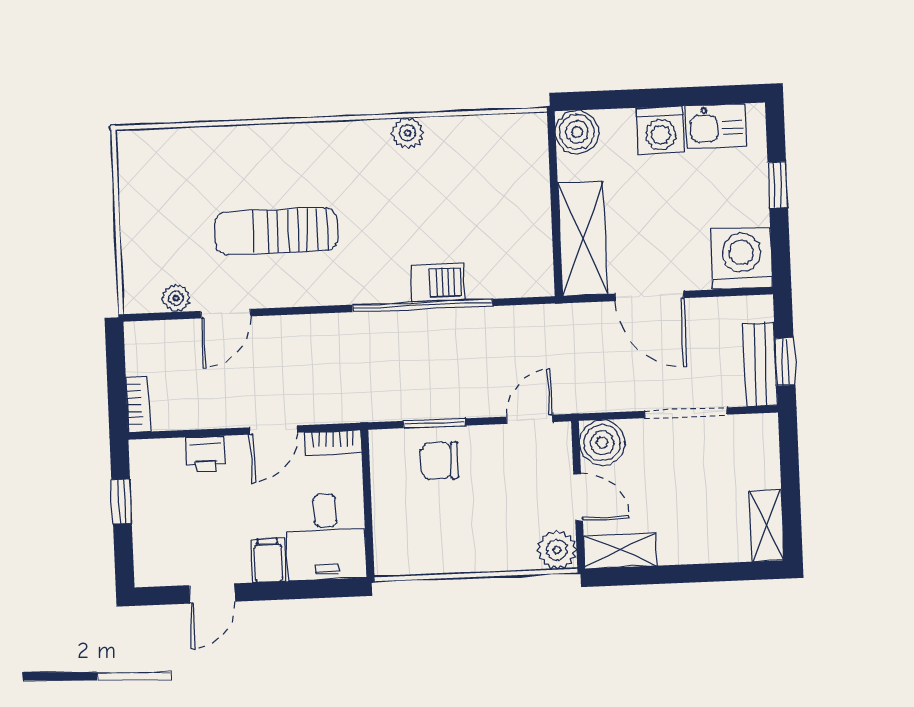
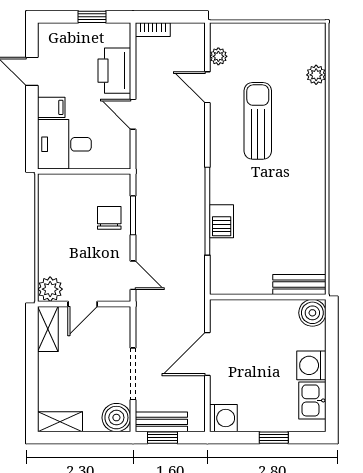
plant: (408, 133) -> (316, 75), moved
bench: (533, 154) -> (299, 284), added
shelving: (583, 238) -> (245, 314), removed
washing machine: (742, 258) -> (223, 418), width x0.73, depth x0.73
bookcase: (333, 442) -> (124, 151), removed
boiler: (602, 443) -> (116, 418), moved
printer: (205, 454) -> (114, 71), width x1.87, depth x1.48

